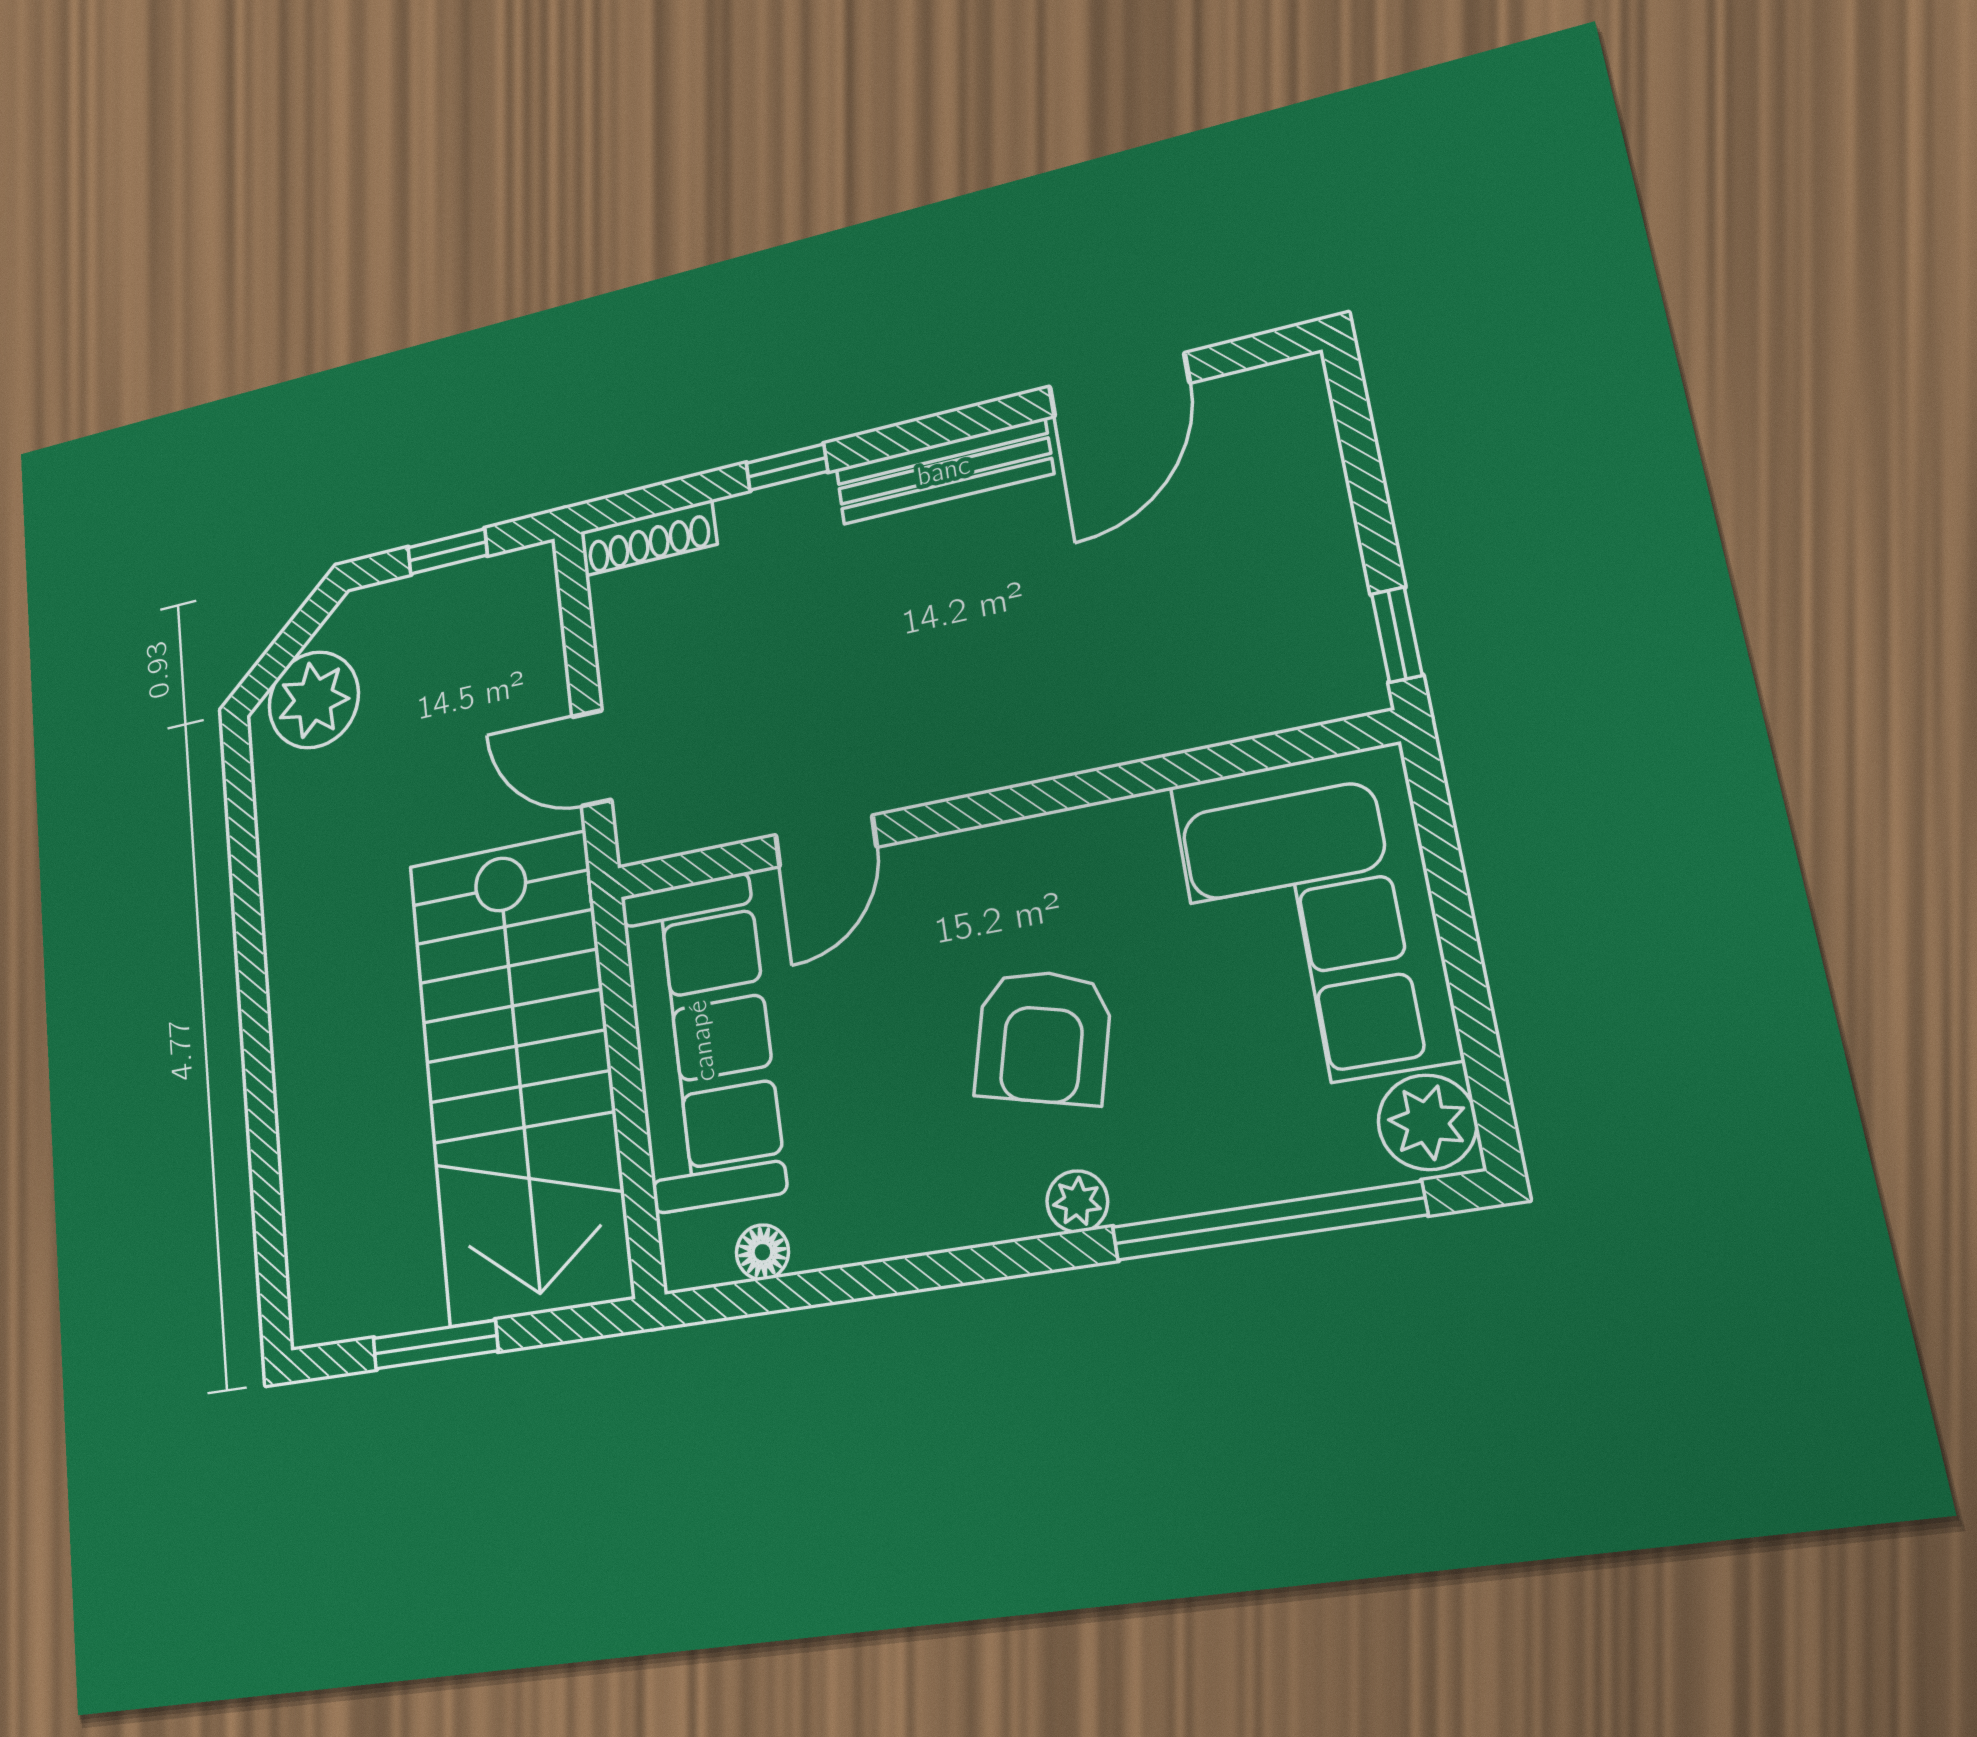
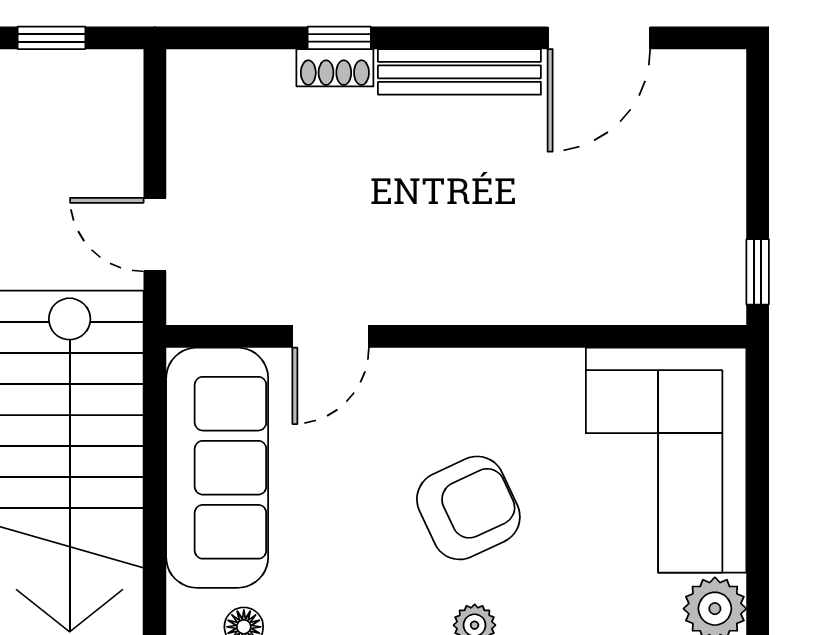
shoe rack: (648, 538) -> (335, 68), moved, width x0.70
armchair: (1043, 1037) -> (468, 508), turned -129

